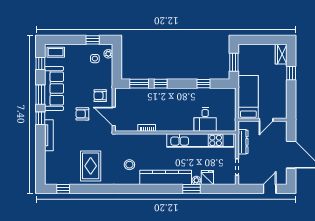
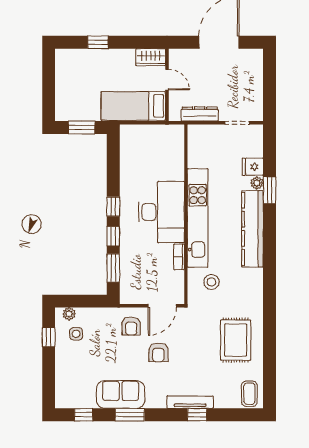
coffee table: (56, 52) -> (249, 394), moved
wardrobe: (281, 54) -> (151, 57), moved
window: (203, 84) -> (113, 207), moved
sofa: (54, 89) -> (121, 394), width x0.73
window: (40, 118) -> (197, 415), moved
desk: (205, 119) -> (161, 212), moved, width x1.87, depth x1.30
kitchen unit: (200, 140) -> (198, 218), moved
stool: (129, 165) -> (211, 282), moved
rug: (91, 166) -> (236, 340), turned 90
window: (63, 189) -> (270, 381), removed
door: (270, 189) -> (270, 74), removed

